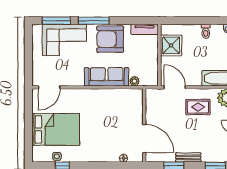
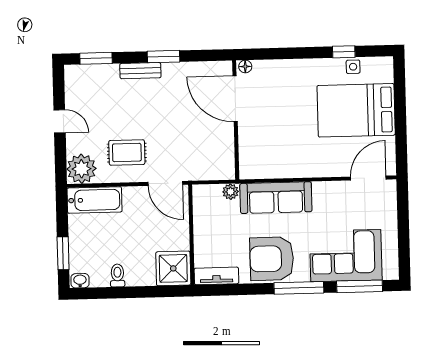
armchair: (110, 39) -> (272, 259), turned 180
shower: (171, 45) -> (173, 268), moved
wall: (144, 125) -> (236, 120), moved
door: (144, 139) -> (235, 99), moved

